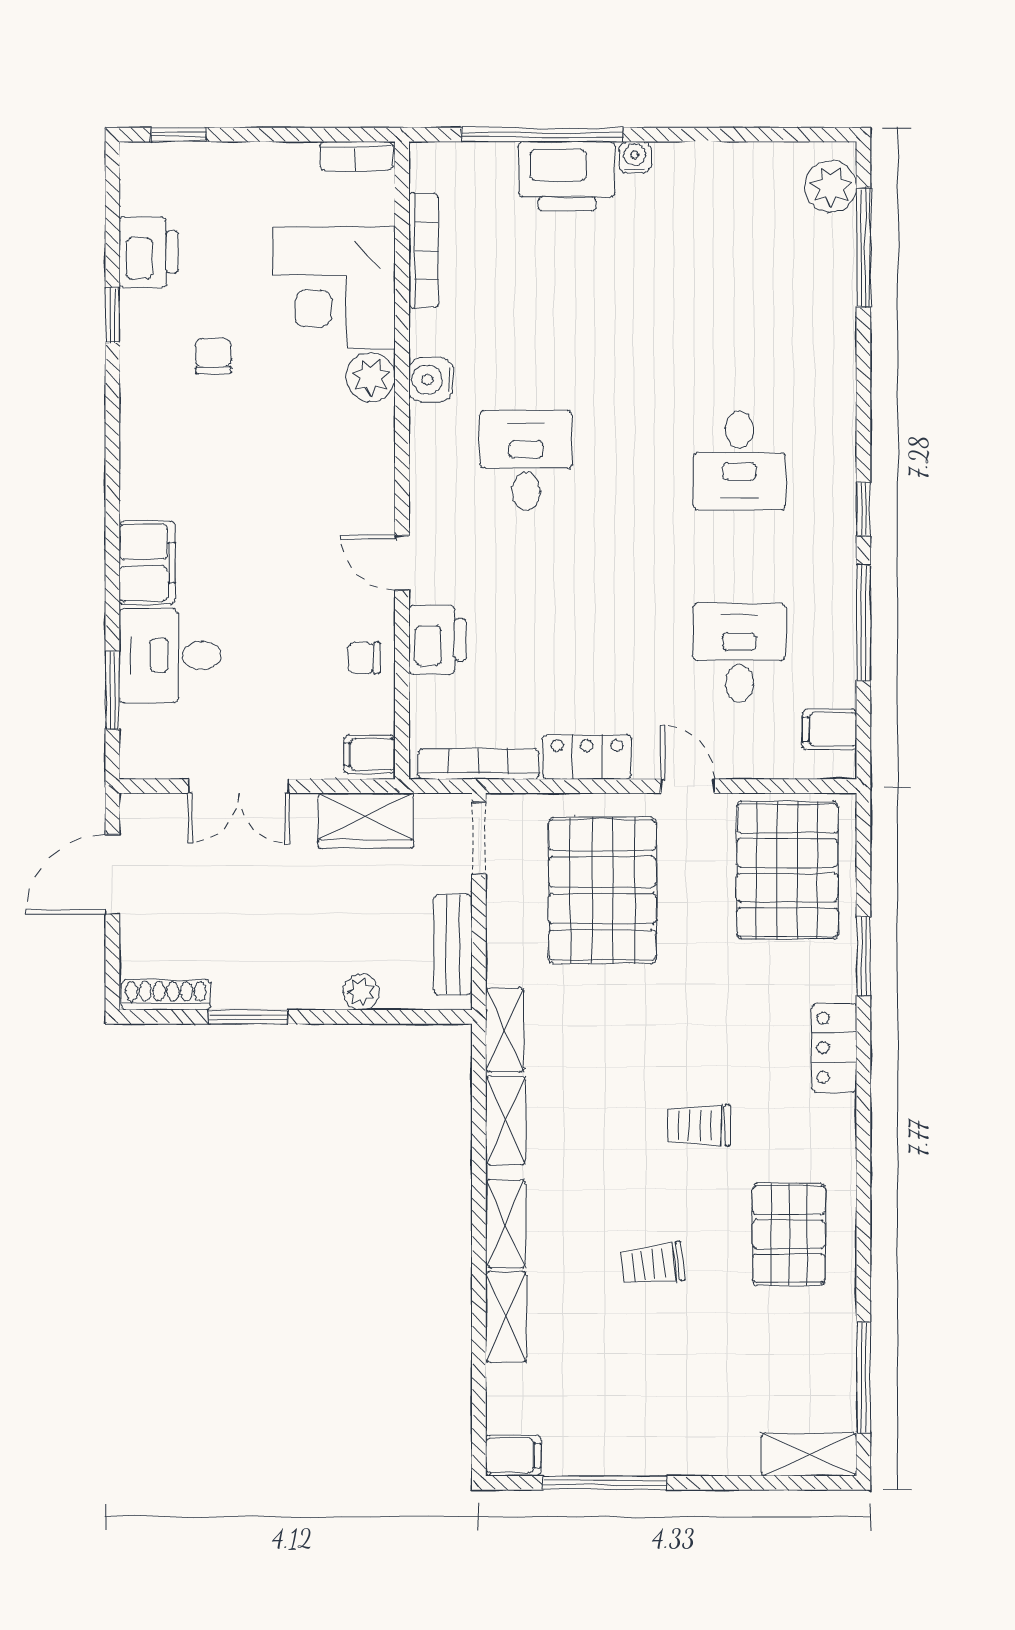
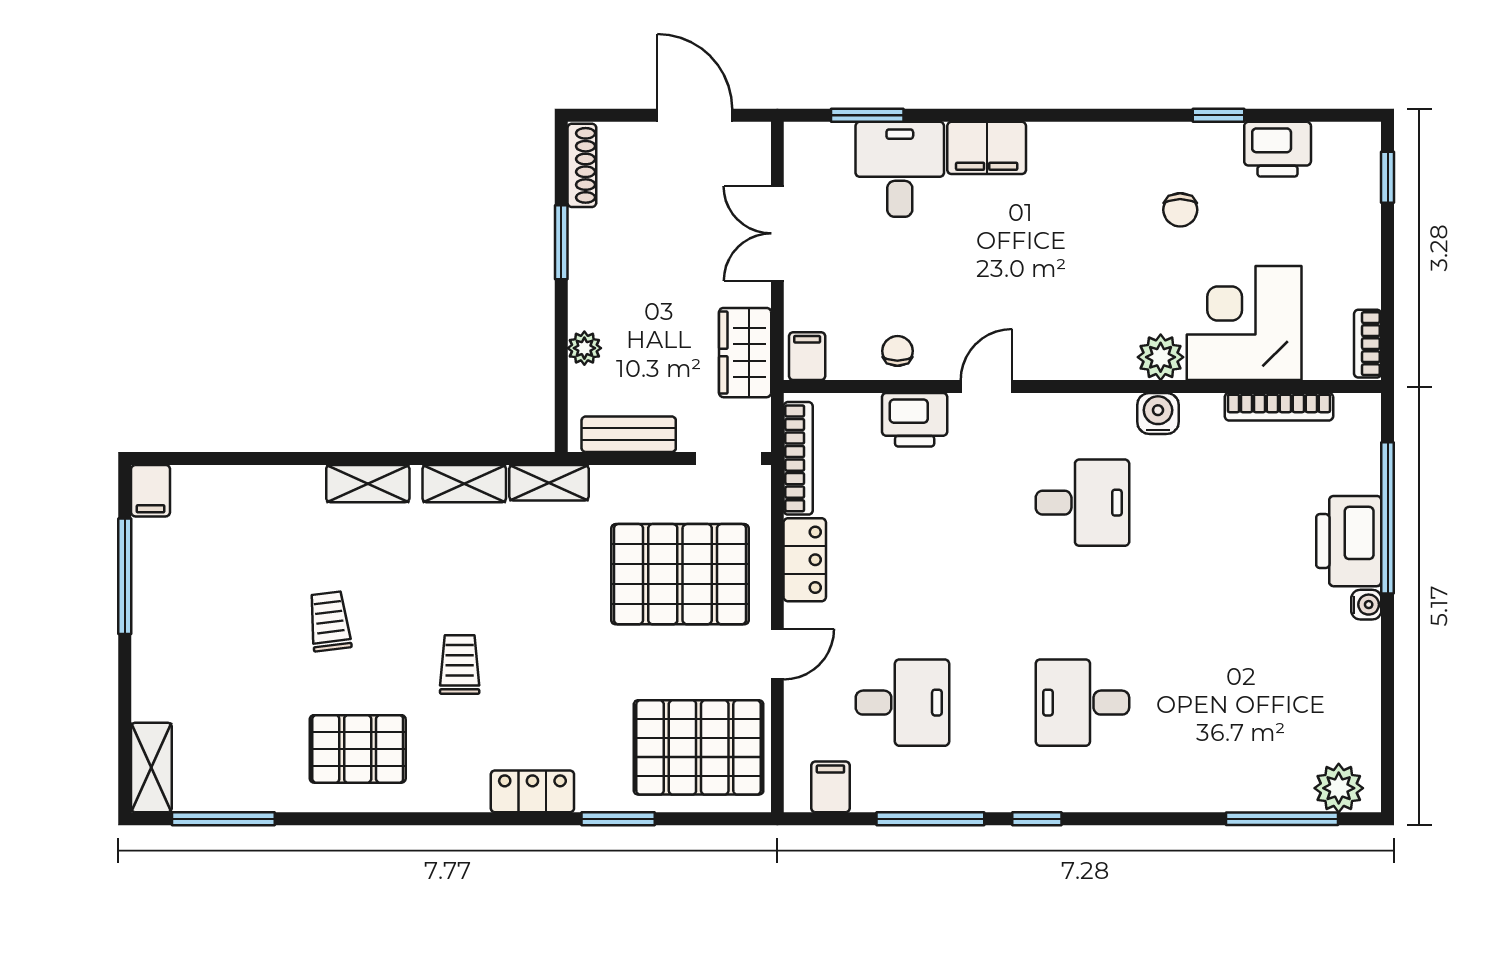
chair: (213, 356) -> (1180, 210), turned 90
shelving: (506, 1317) -> (280, 484), removed

